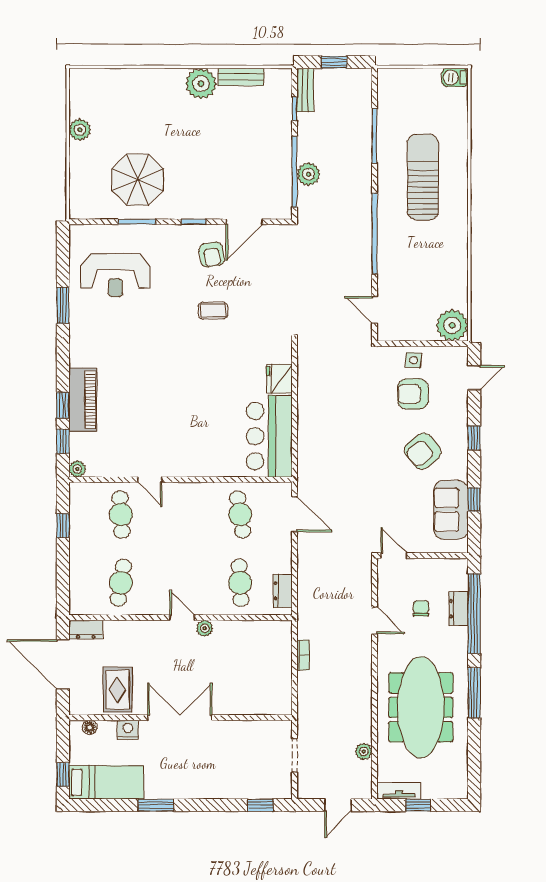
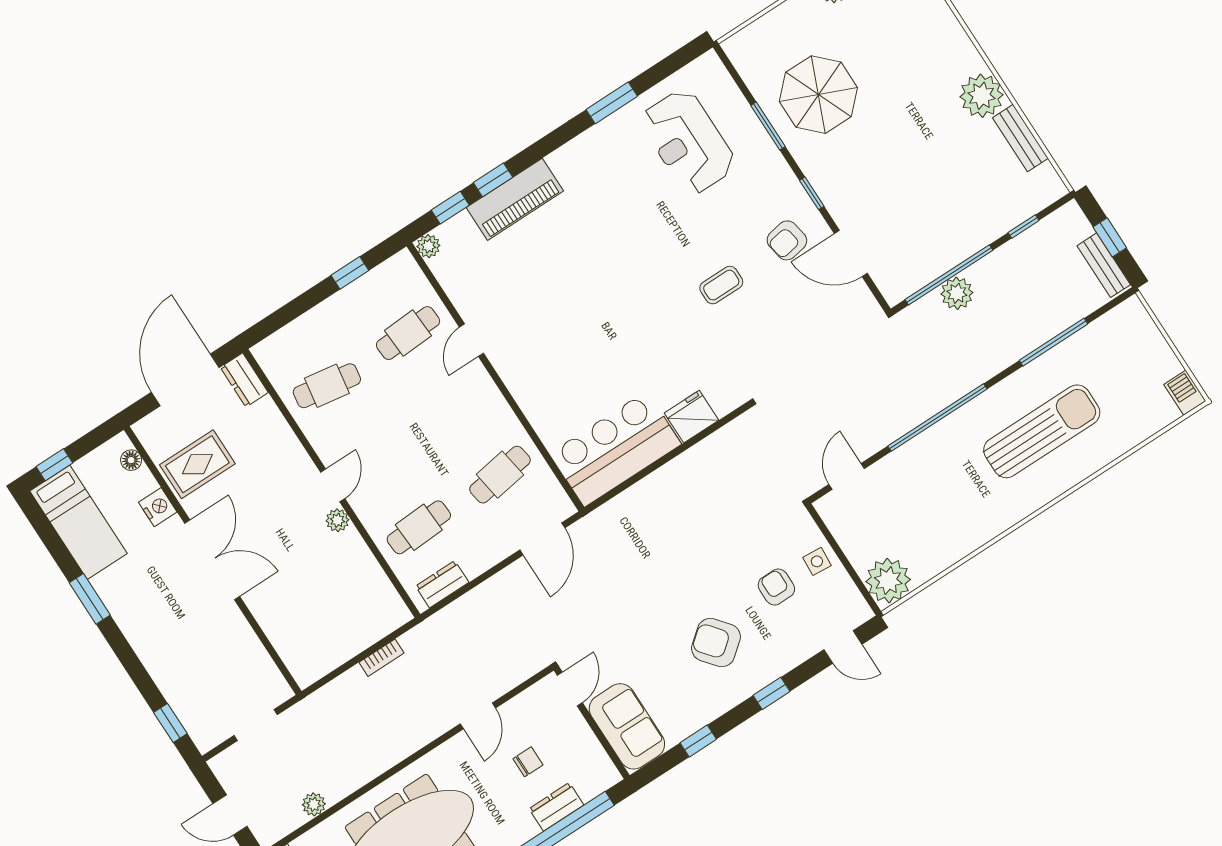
bench: (305, 90) -> (1104, 265), moved, turned 90
coffee table: (213, 310) -> (721, 285), turned 90
armchair: (413, 394) -> (776, 587), width x0.72, depth x0.72
sofa: (451, 510) -> (627, 726), moved, turned 90

